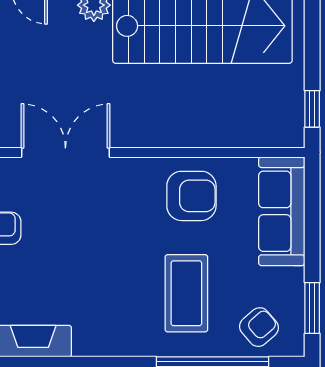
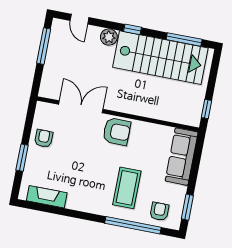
armchair: (191, 196) -> (117, 132), moved
armchair: (259, 327) -> (159, 211), turned -49

